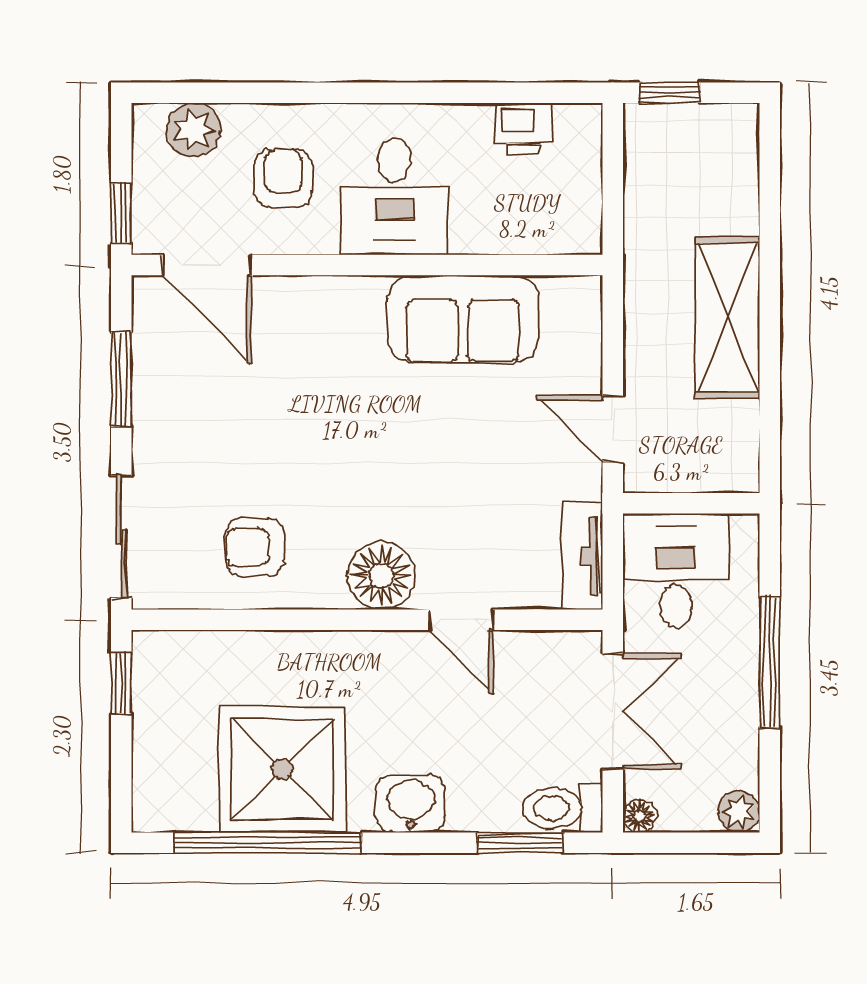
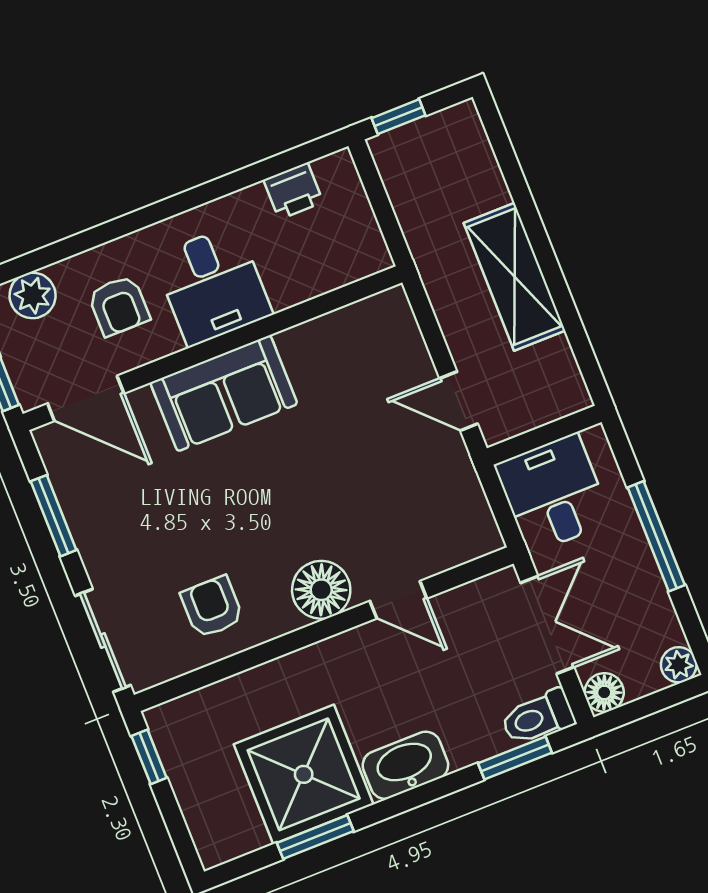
armchair: (283, 178) -> (119, 306), turned 180
sofa: (463, 319) -> (224, 393), moved
armchair: (255, 547) -> (212, 607), turned 90
tv unit: (582, 556) -> (474, 511), removed
washbasin: (411, 803) -> (405, 765), width x1.38
floor lamp: (639, 816) -> (604, 692), width x1.37, depth x1.37
window: (268, 843) -> (315, 837), width x0.47

